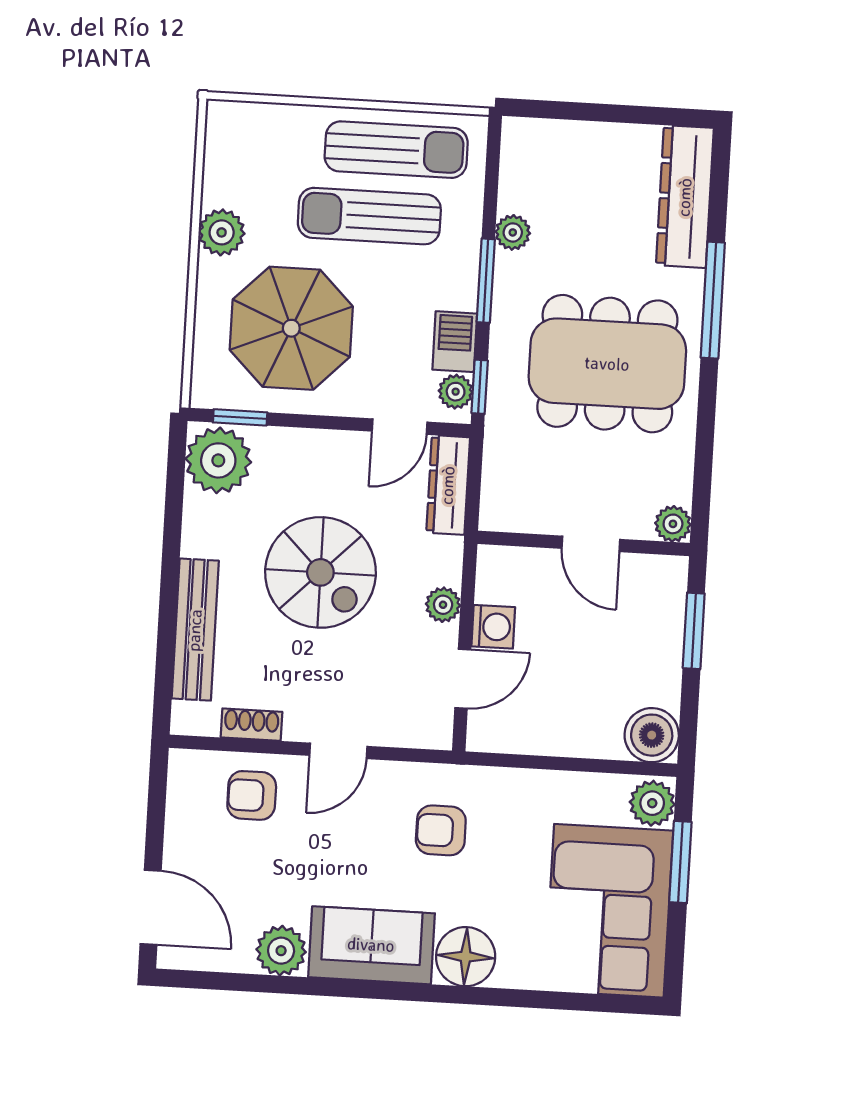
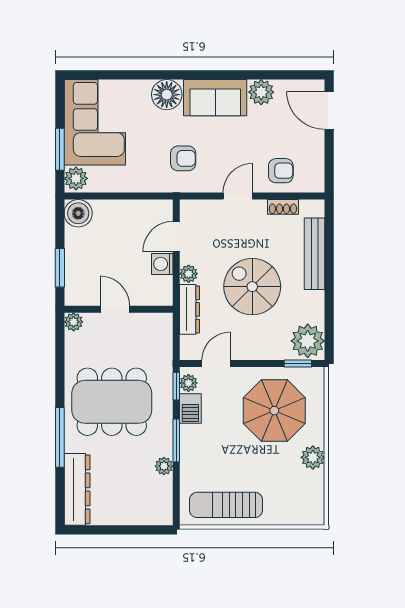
sun lounger: (369, 216) -> (238, 470), removed
dresser: (448, 485) -> (190, 309), moved

